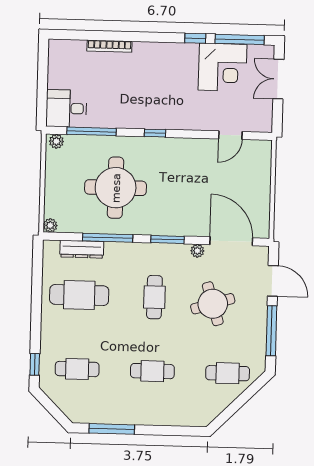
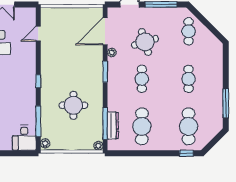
door: (230, 135) -> (38, 34), swing flipped
round table: (116, 188) -> (73, 105), width x0.73, depth x0.73
window: (108, 238) -> (105, 124), moved
cafe table: (154, 297) -> (142, 79), turned 90
cafe table: (77, 369) -> (189, 126), width x1.37, depth x1.35

